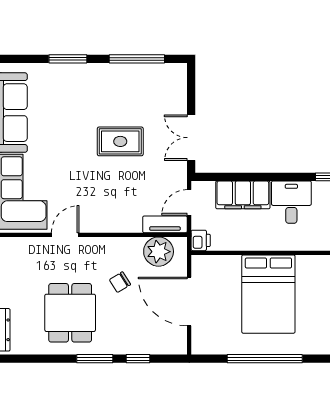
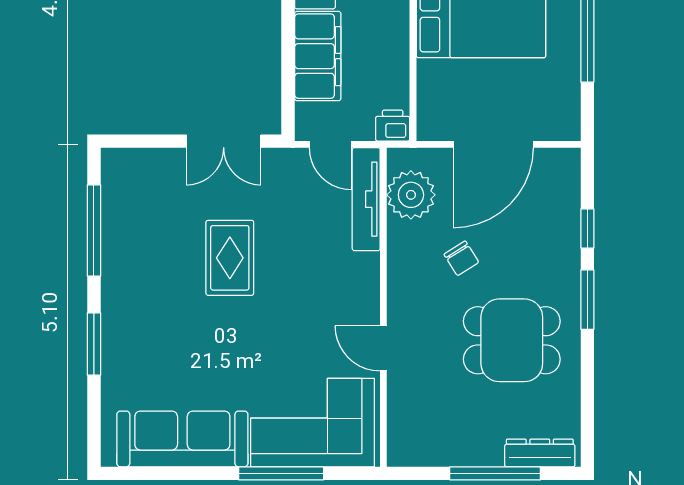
tv unit: (165, 224) -> (366, 199), width x1.41

